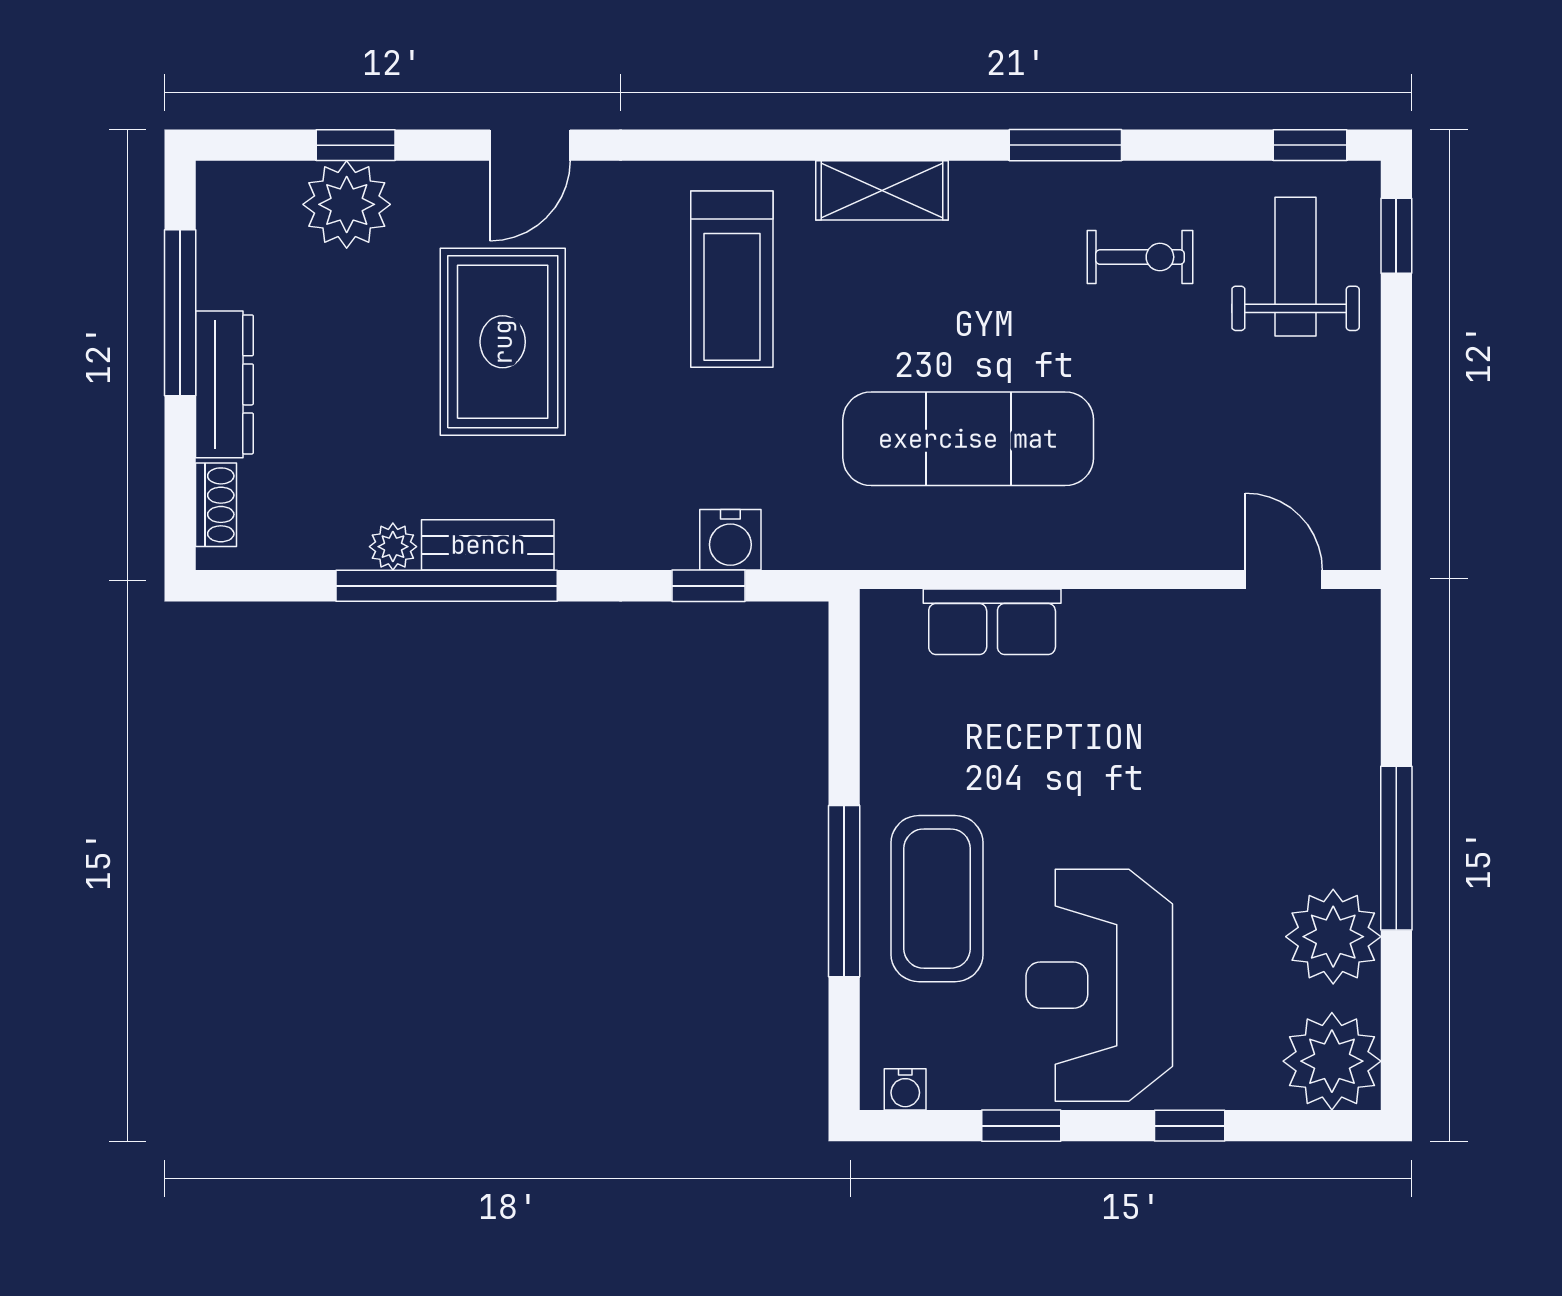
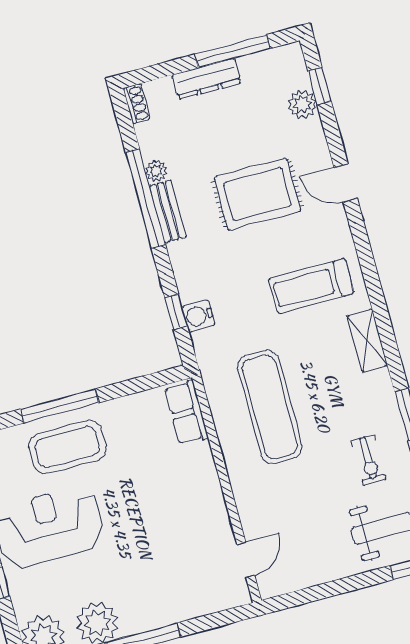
window: (356, 145) -> (319, 86), moved
plant: (347, 204) -> (302, 104), width x0.73, depth x0.73
shoe rack: (216, 505) -> (137, 104), moved, turned -90
row of seats: (992, 622) -> (187, 413), moved

